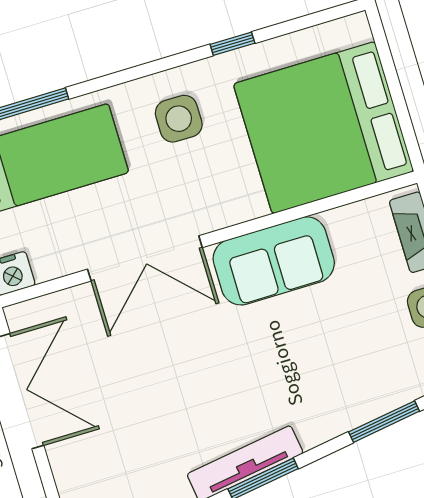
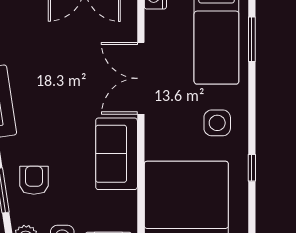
armchair: (353, 377) -> (34, 180), added

